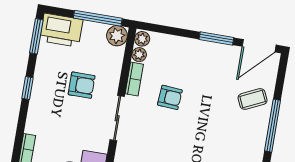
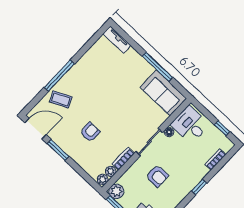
armchair: (82, 85) -> (157, 176), turned 180
window: (28, 88) -> (199, 187), moved
armchair: (170, 97) -> (90, 132), moved, turned 86
floor lamp: (102, 145) -> (169, 132), added

